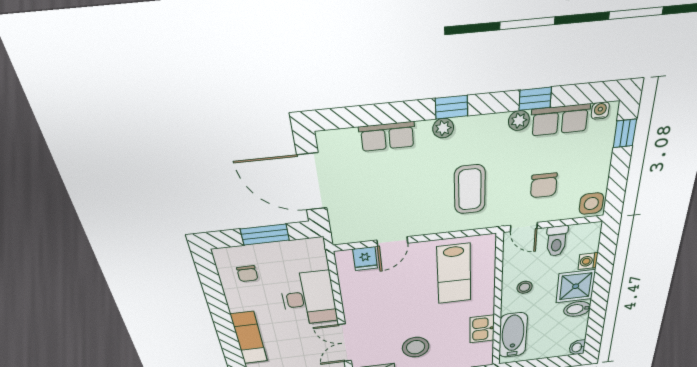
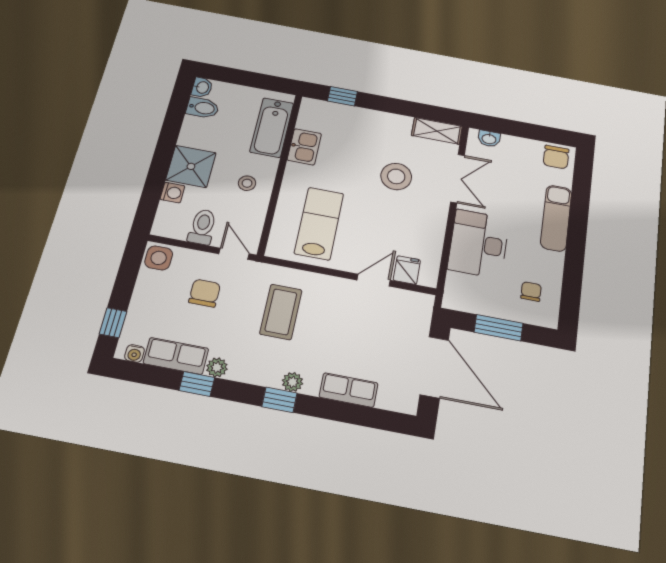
bidet: (577, 309) -> (203, 108), moved
stool: (416, 347) -> (396, 176), moved

